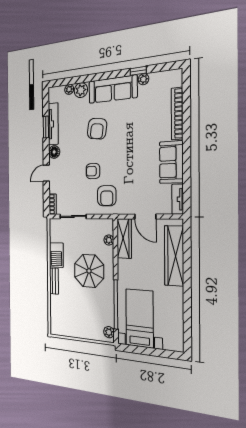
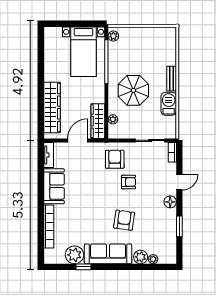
plant: (143, 79) -> (74, 255), width x1.88, depth x1.88
tv unit: (53, 124) -> (171, 229), removed
door: (145, 217) -> (78, 140), hinge flipped

